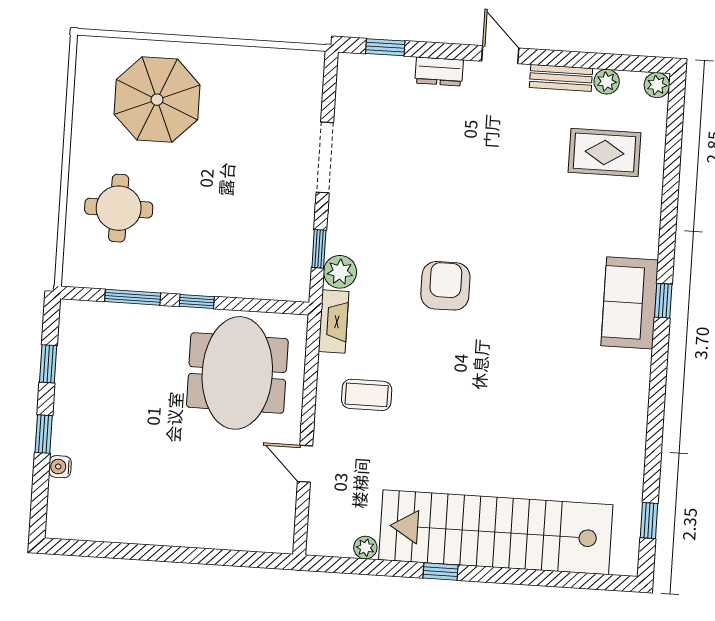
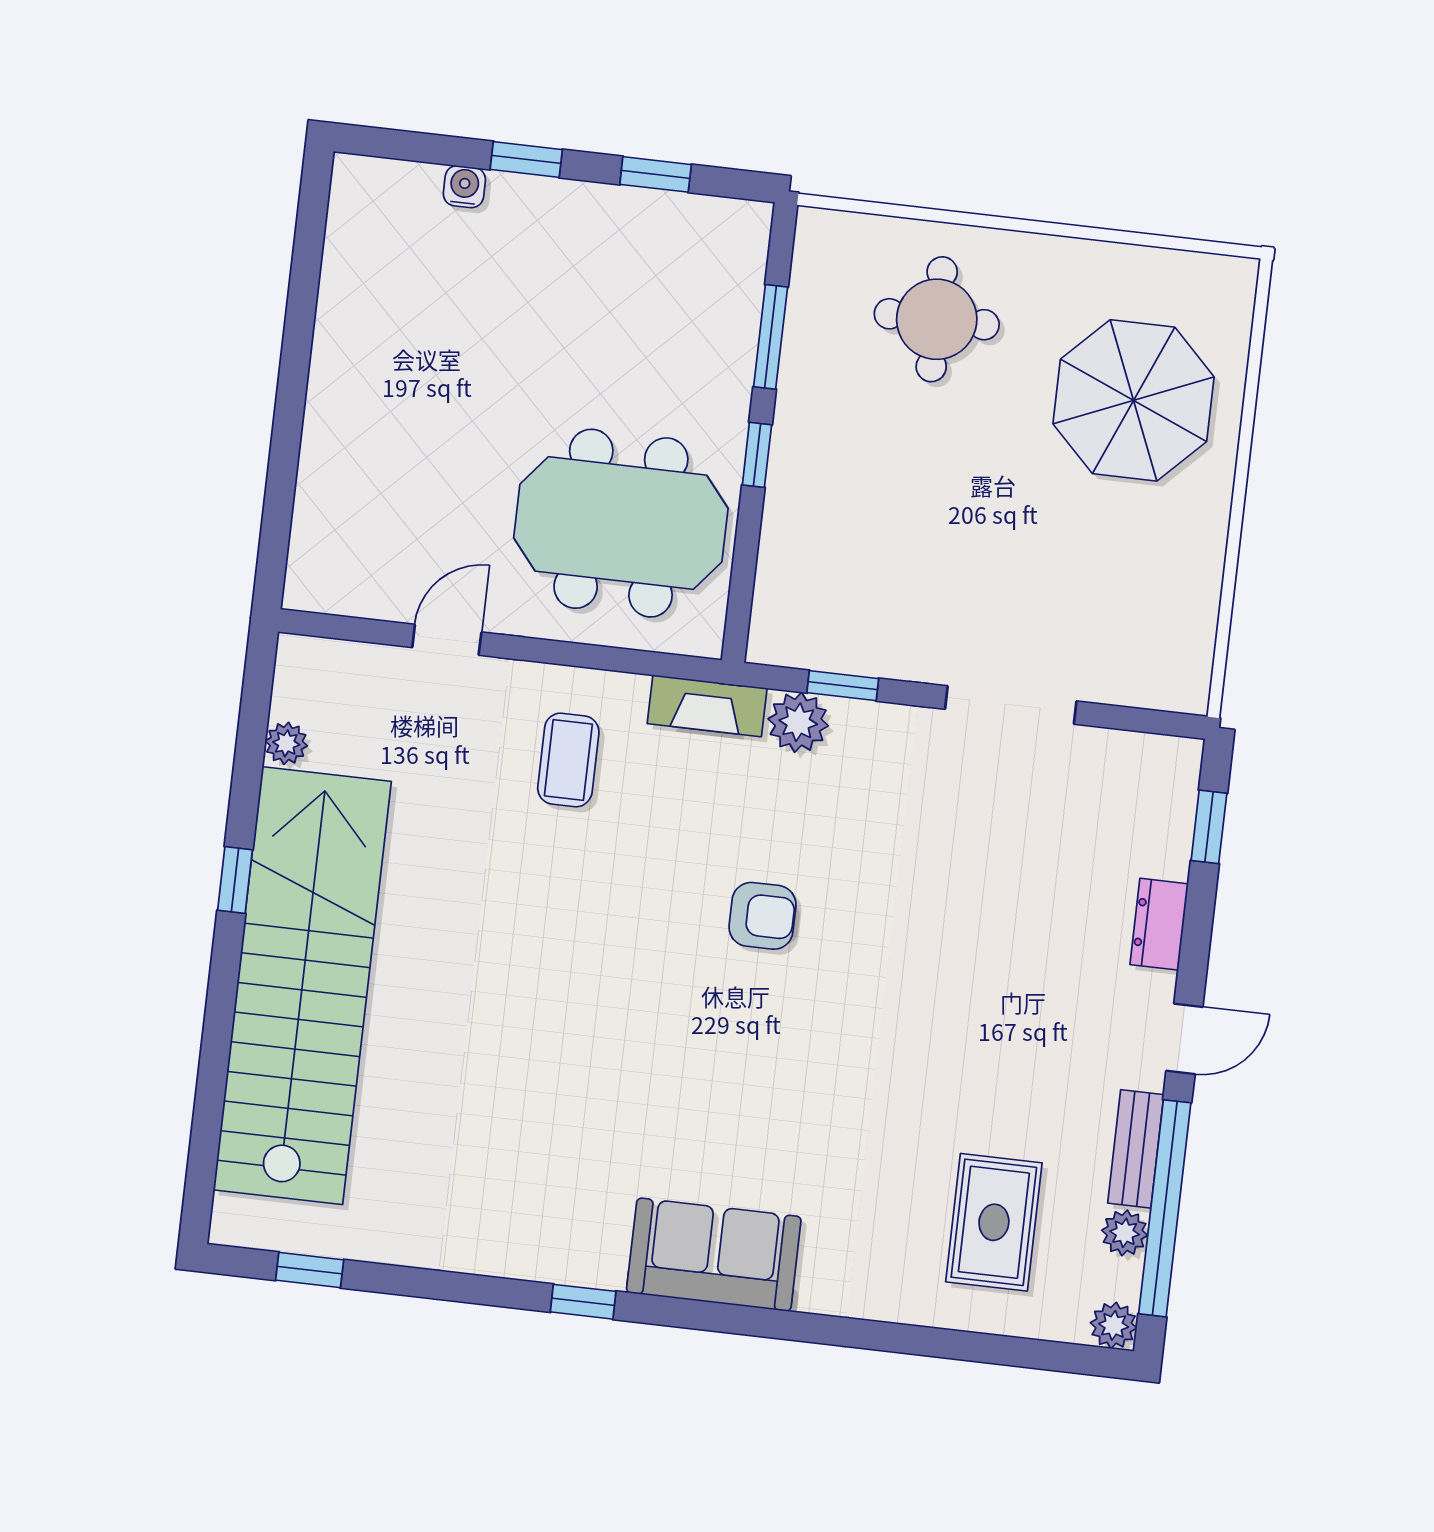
window: (592, 61) -> (1165, 1208), added
armchair: (445, 286) -> (763, 916), width x0.72, depth x0.72
window: (663, 301) -> (583, 1302), moved

